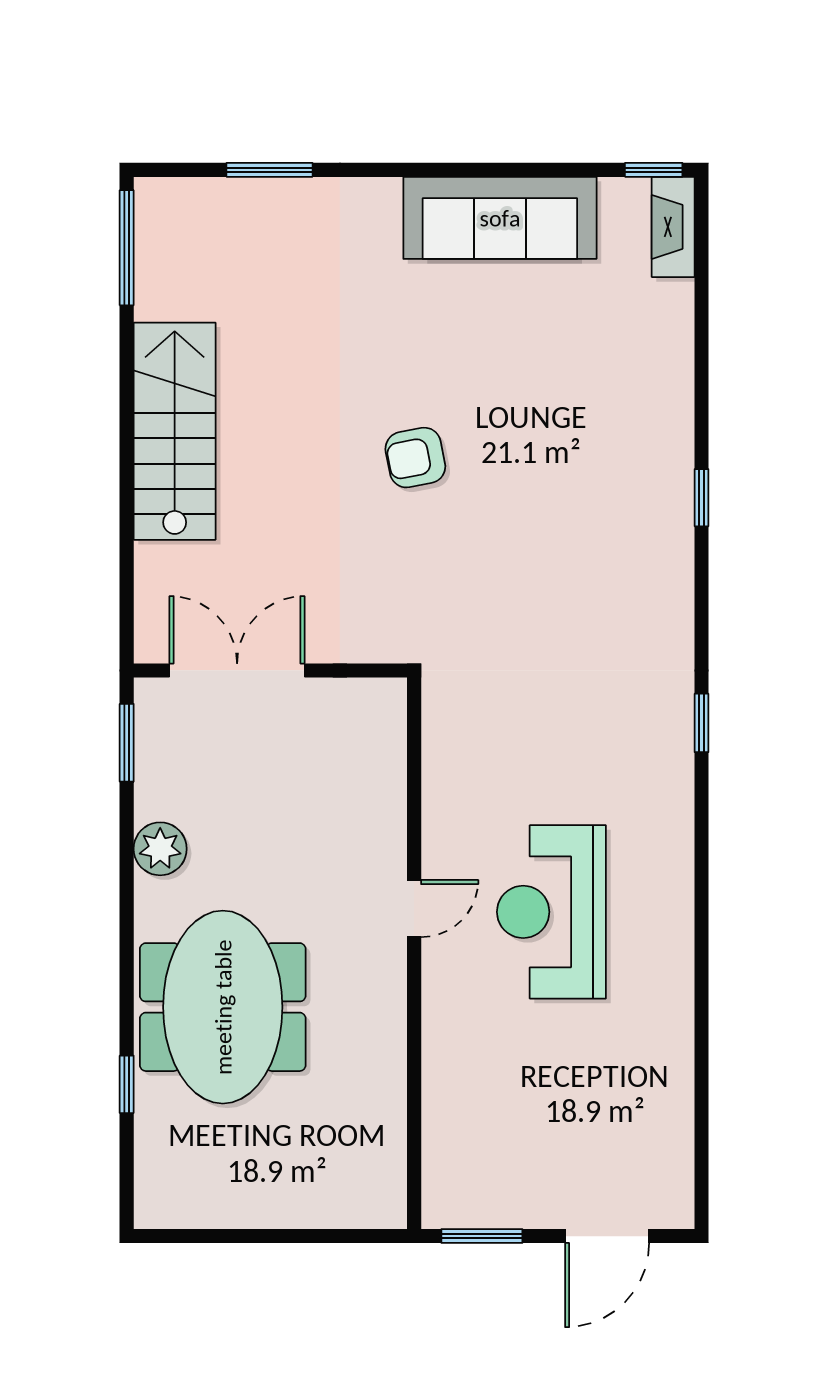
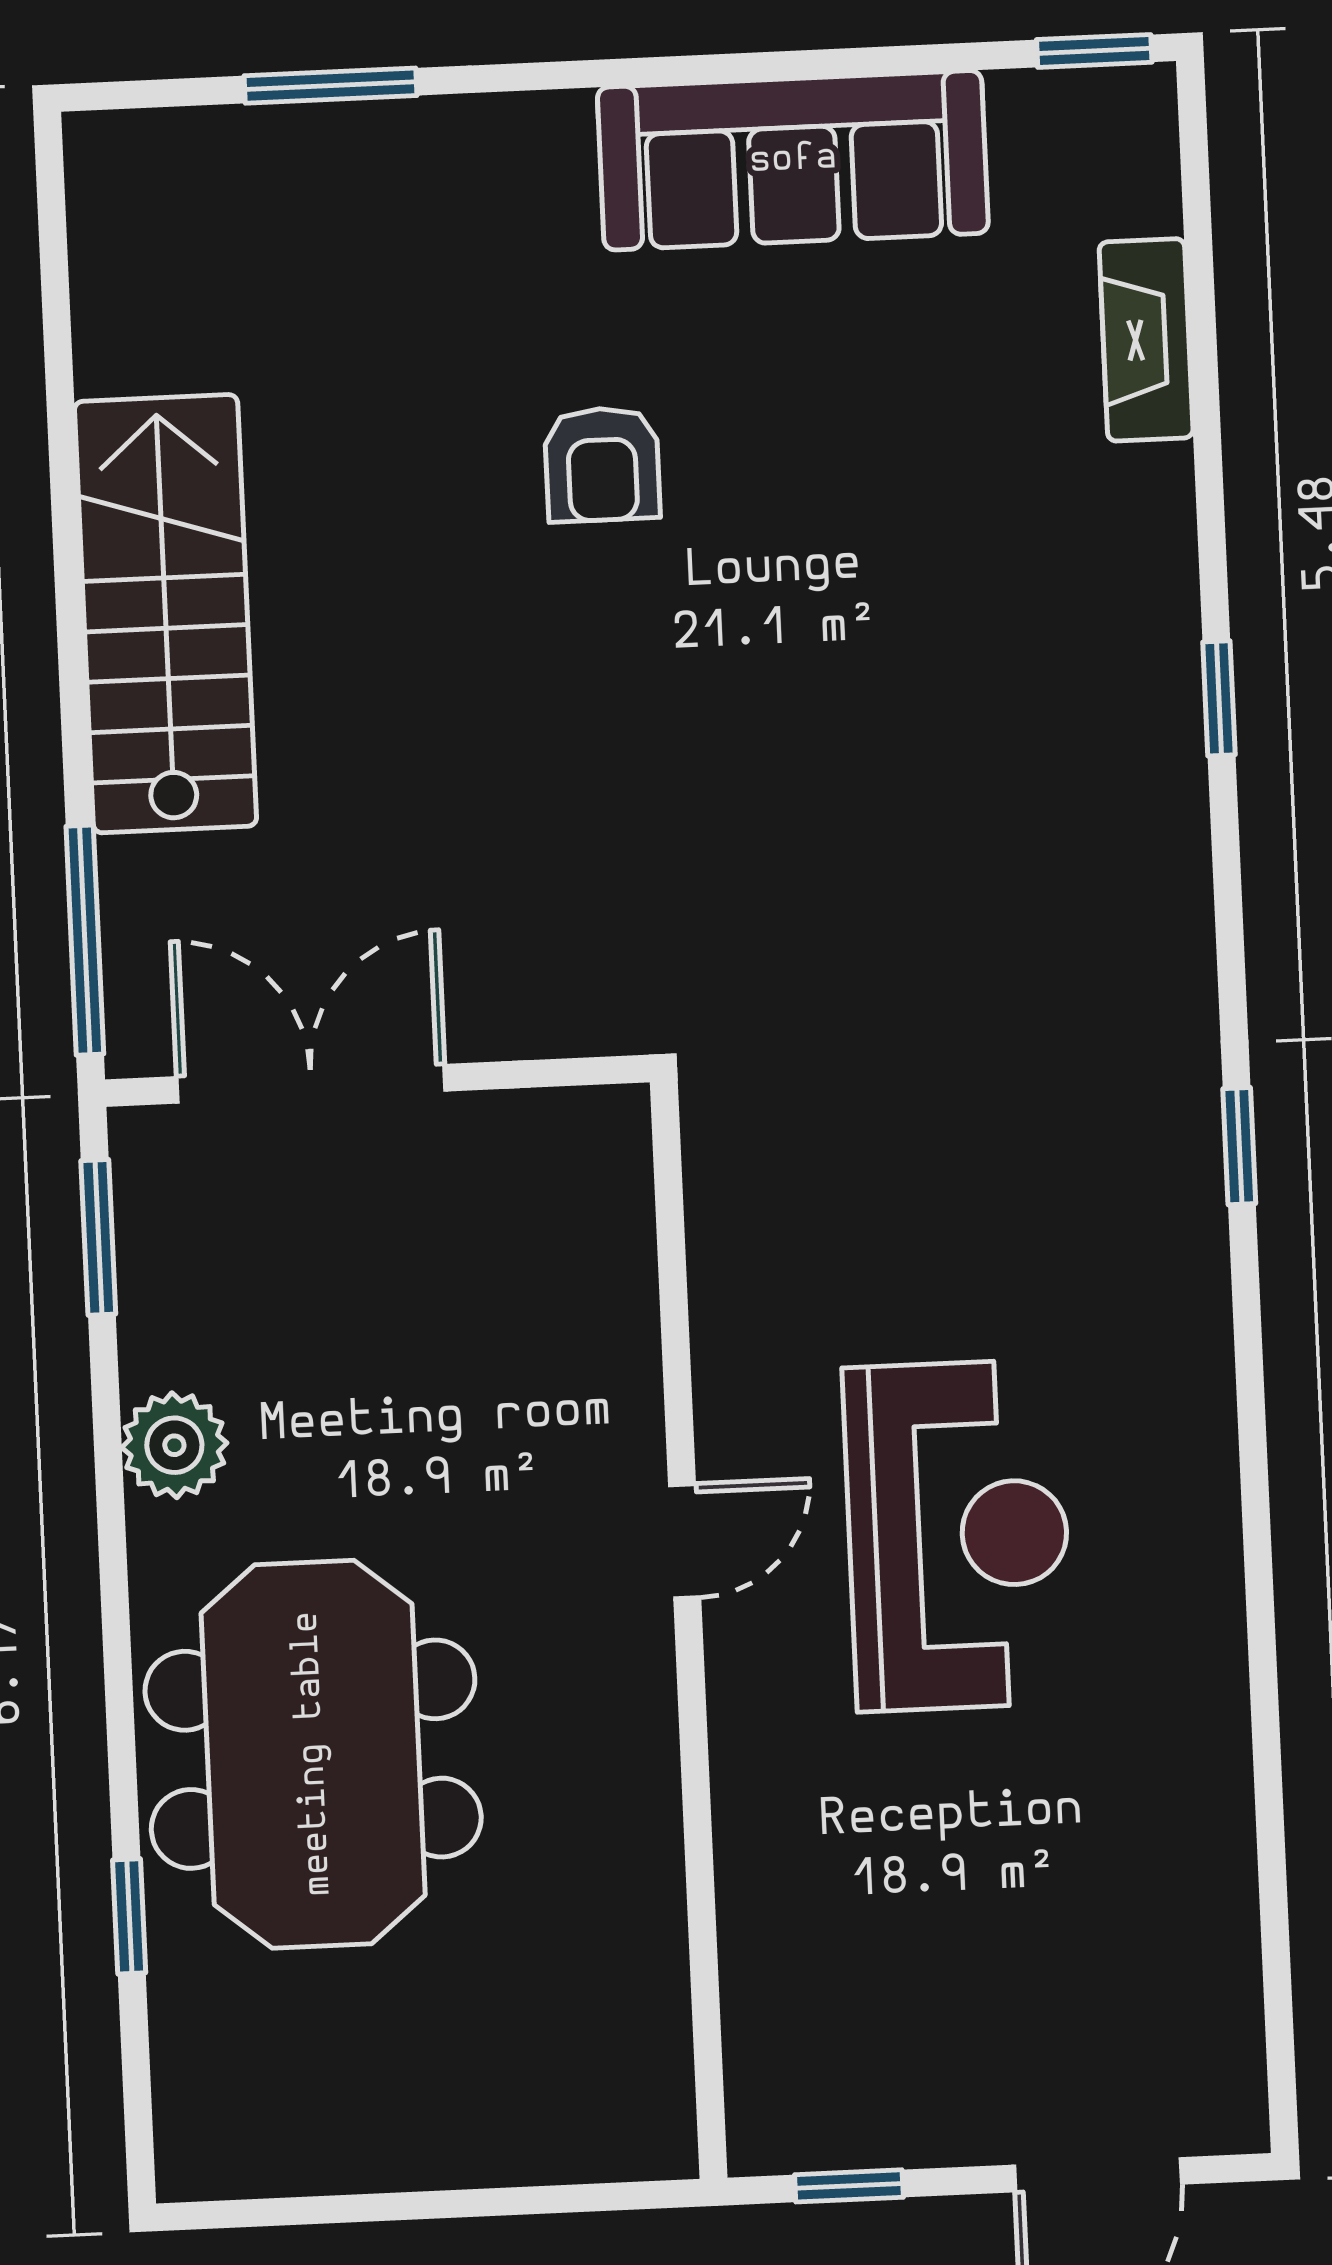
fireplace: (673, 227) -> (1146, 340), moved
window: (127, 248) -> (85, 940), moved
armchair: (415, 458) -> (602, 464), moved, turned -79
reception desk: (551, 912) -> (958, 1535), turned 180
window: (482, 1236) -> (849, 2186), width x0.67

